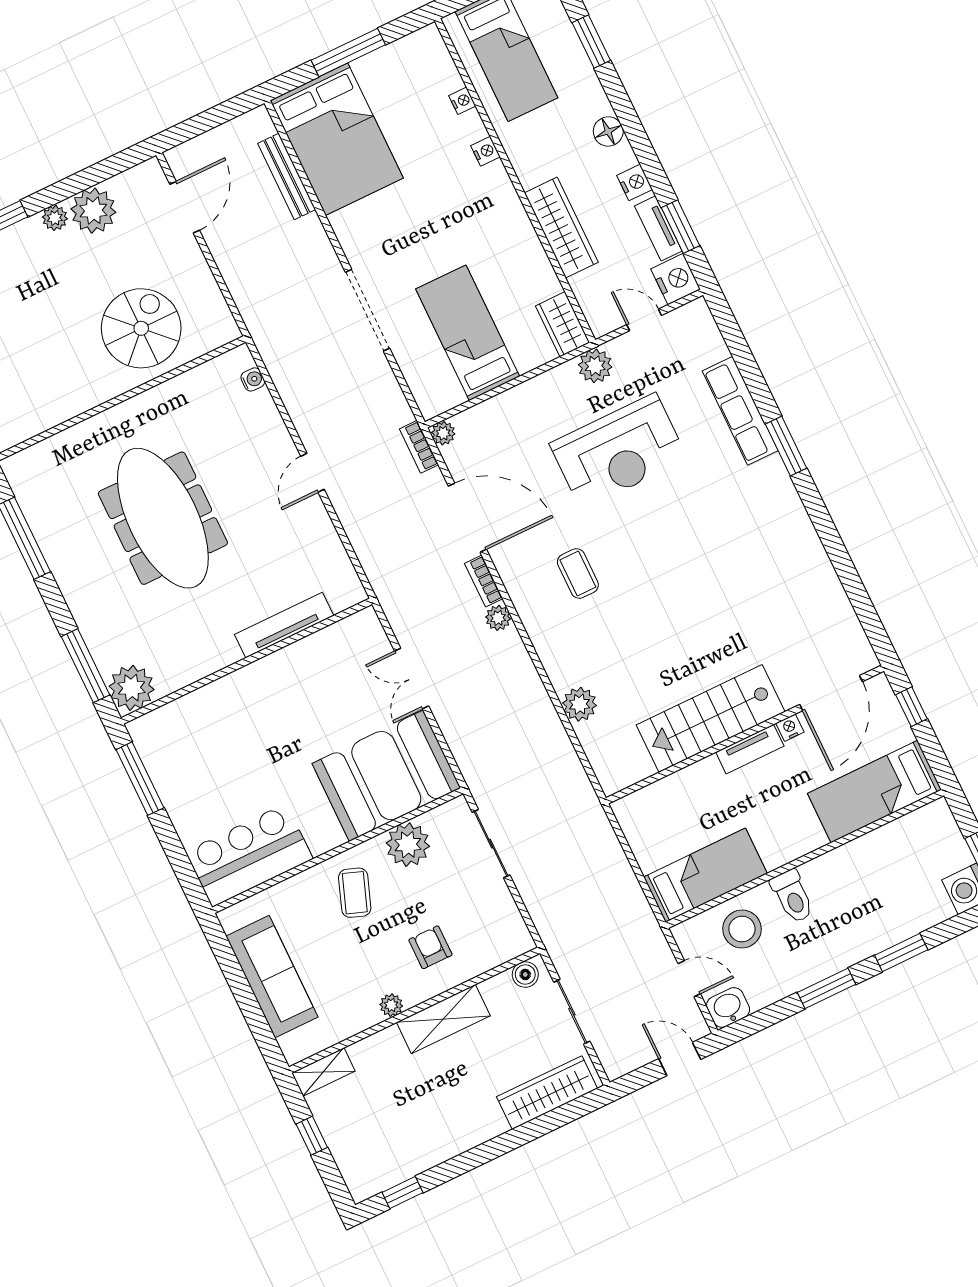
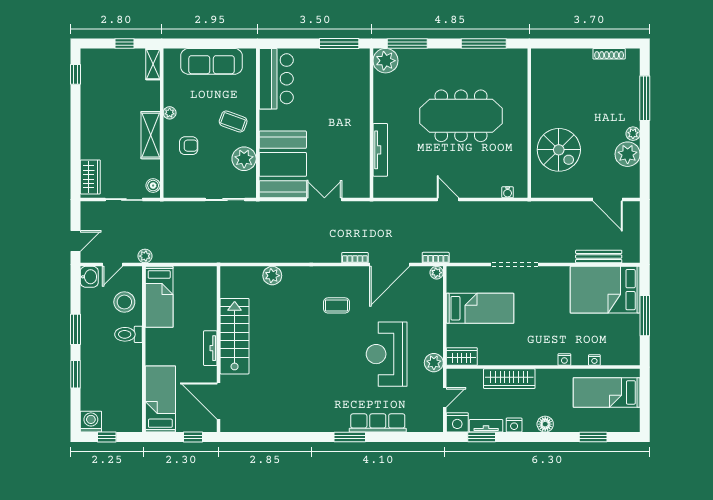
plant: (498, 618) -> (145, 256), moved
nightstand: (790, 728) -> (211, 373), removed
wardrobe: (547, 1093) -> (90, 177), width x0.67

